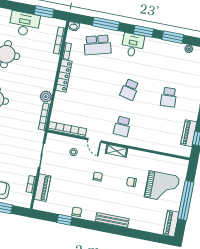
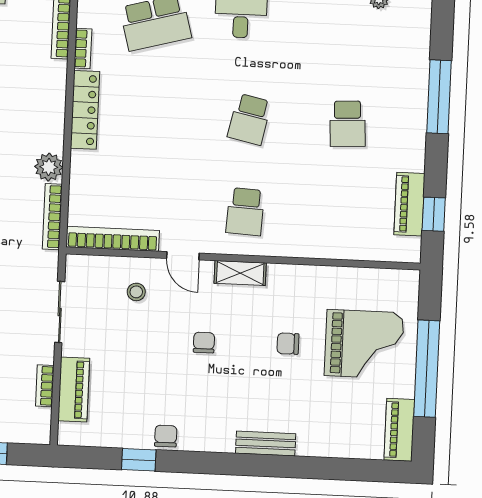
bench: (112, 220) -> (266, 443), width x0.73

